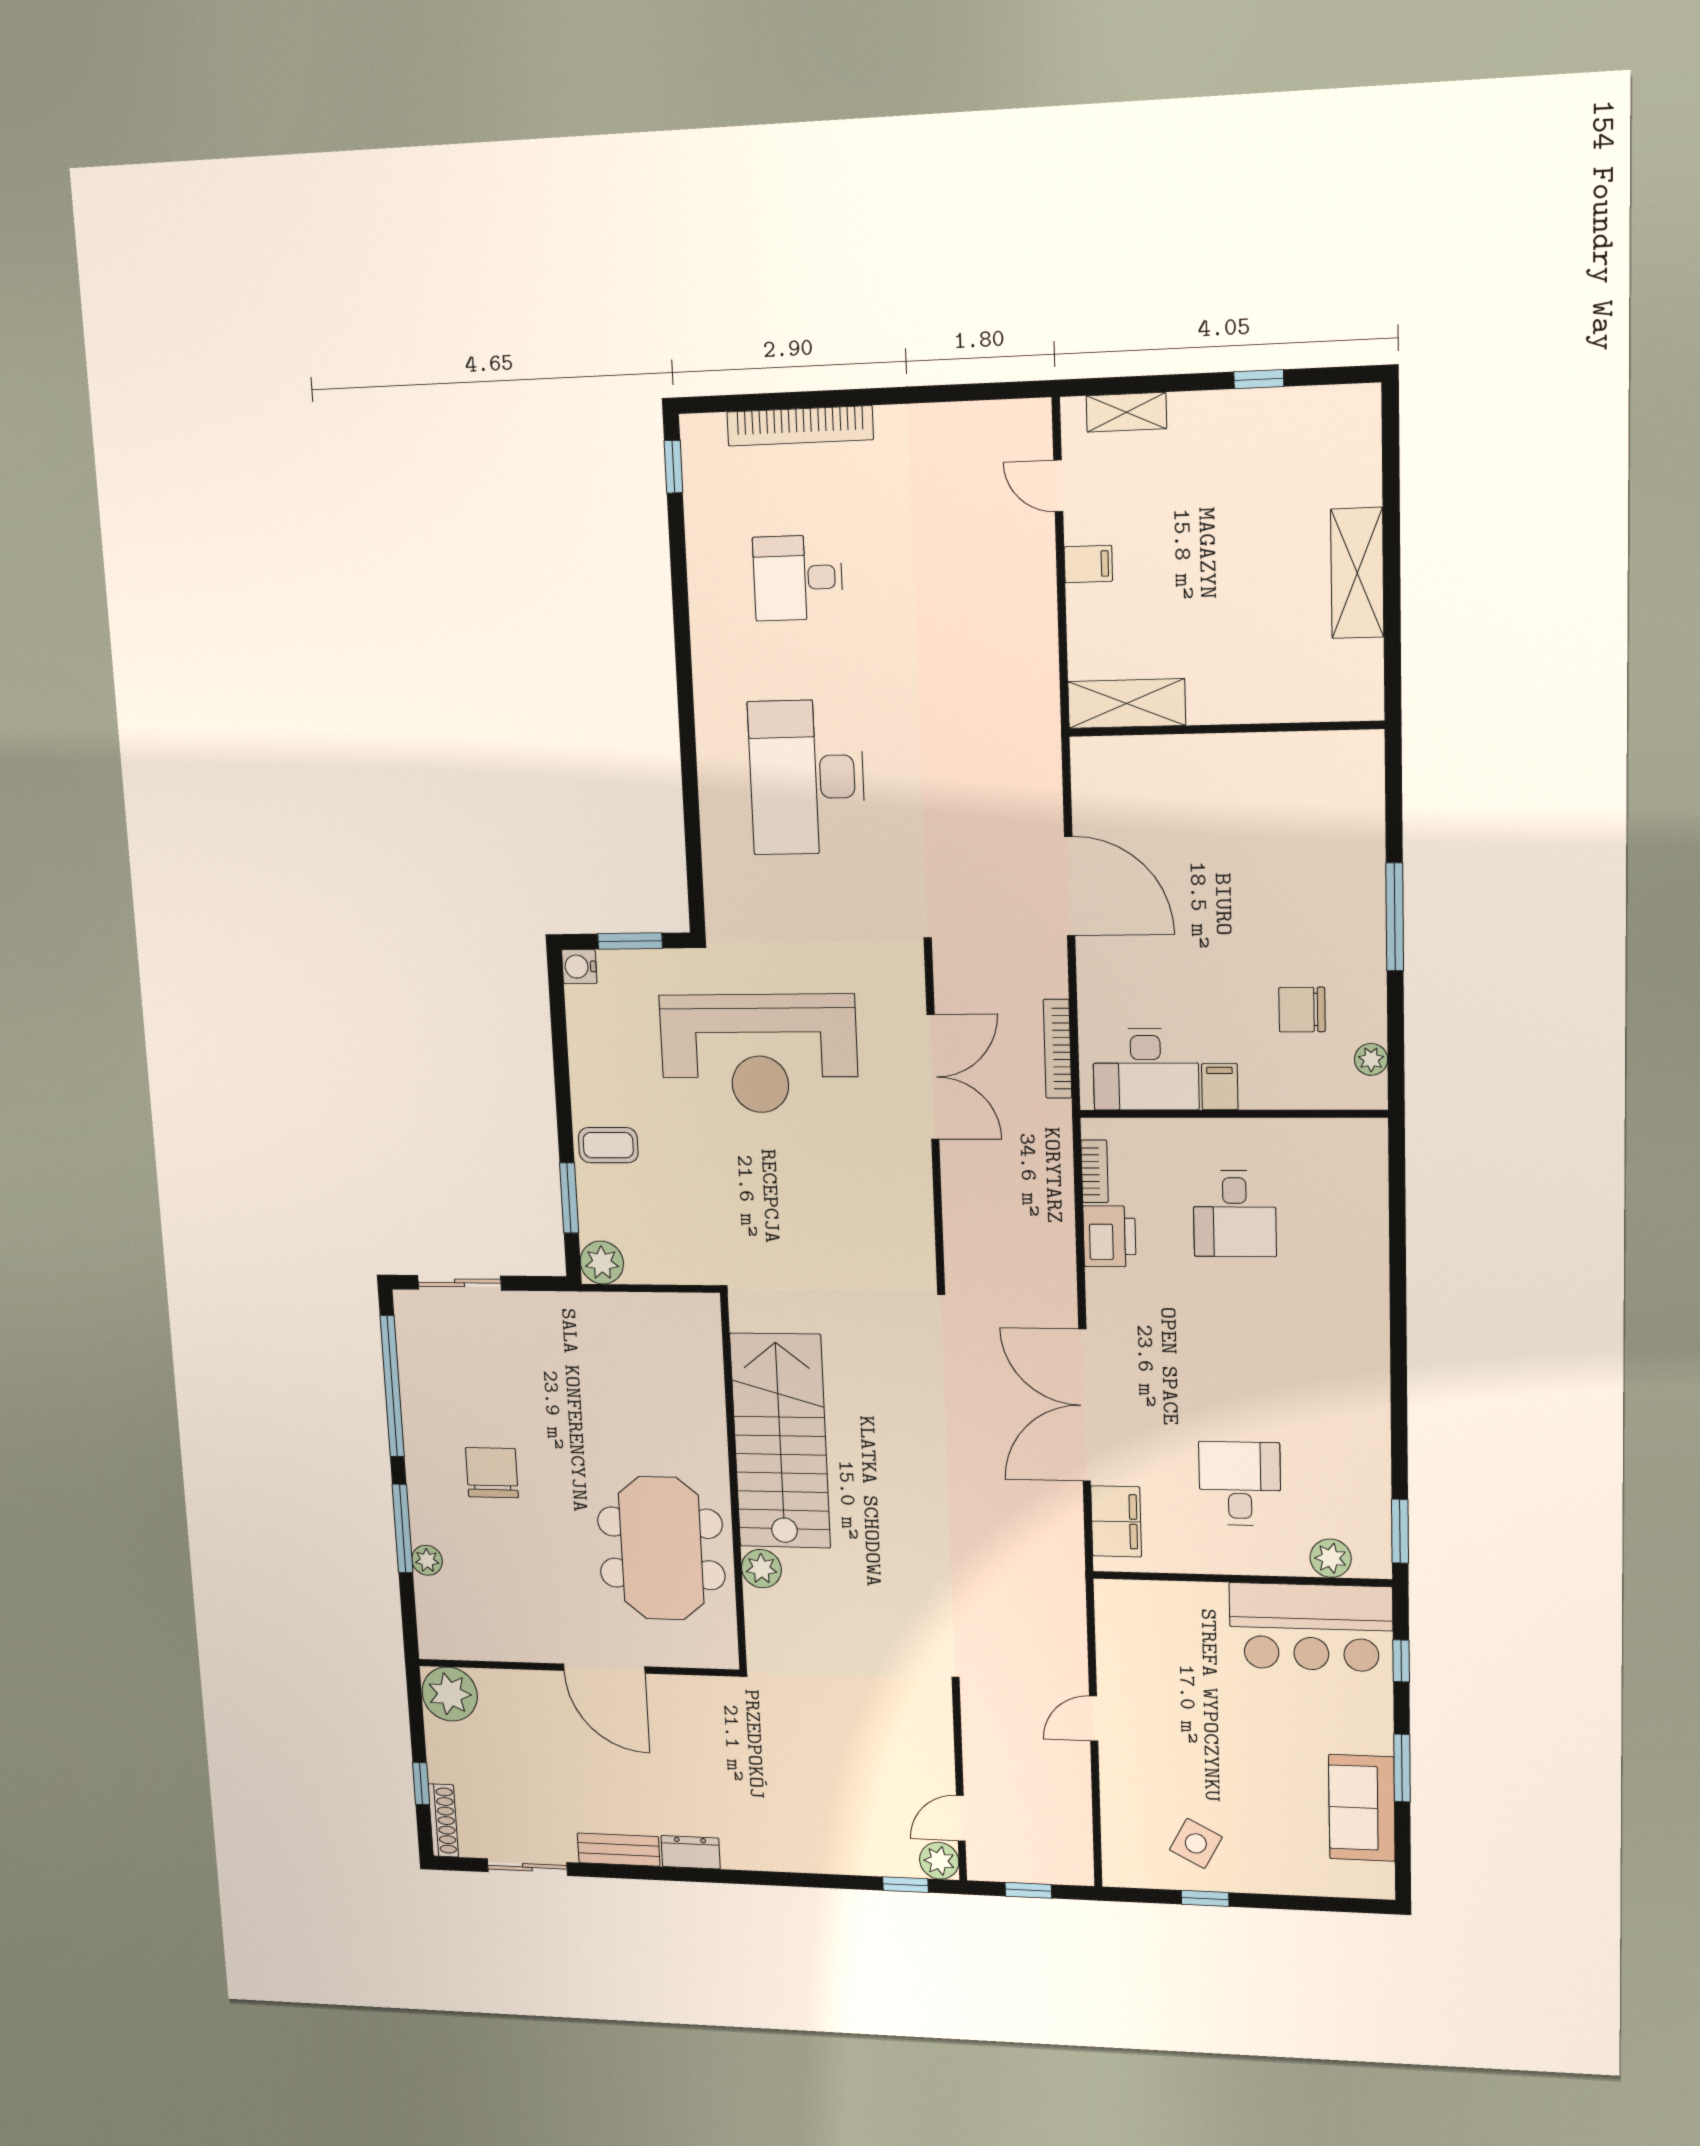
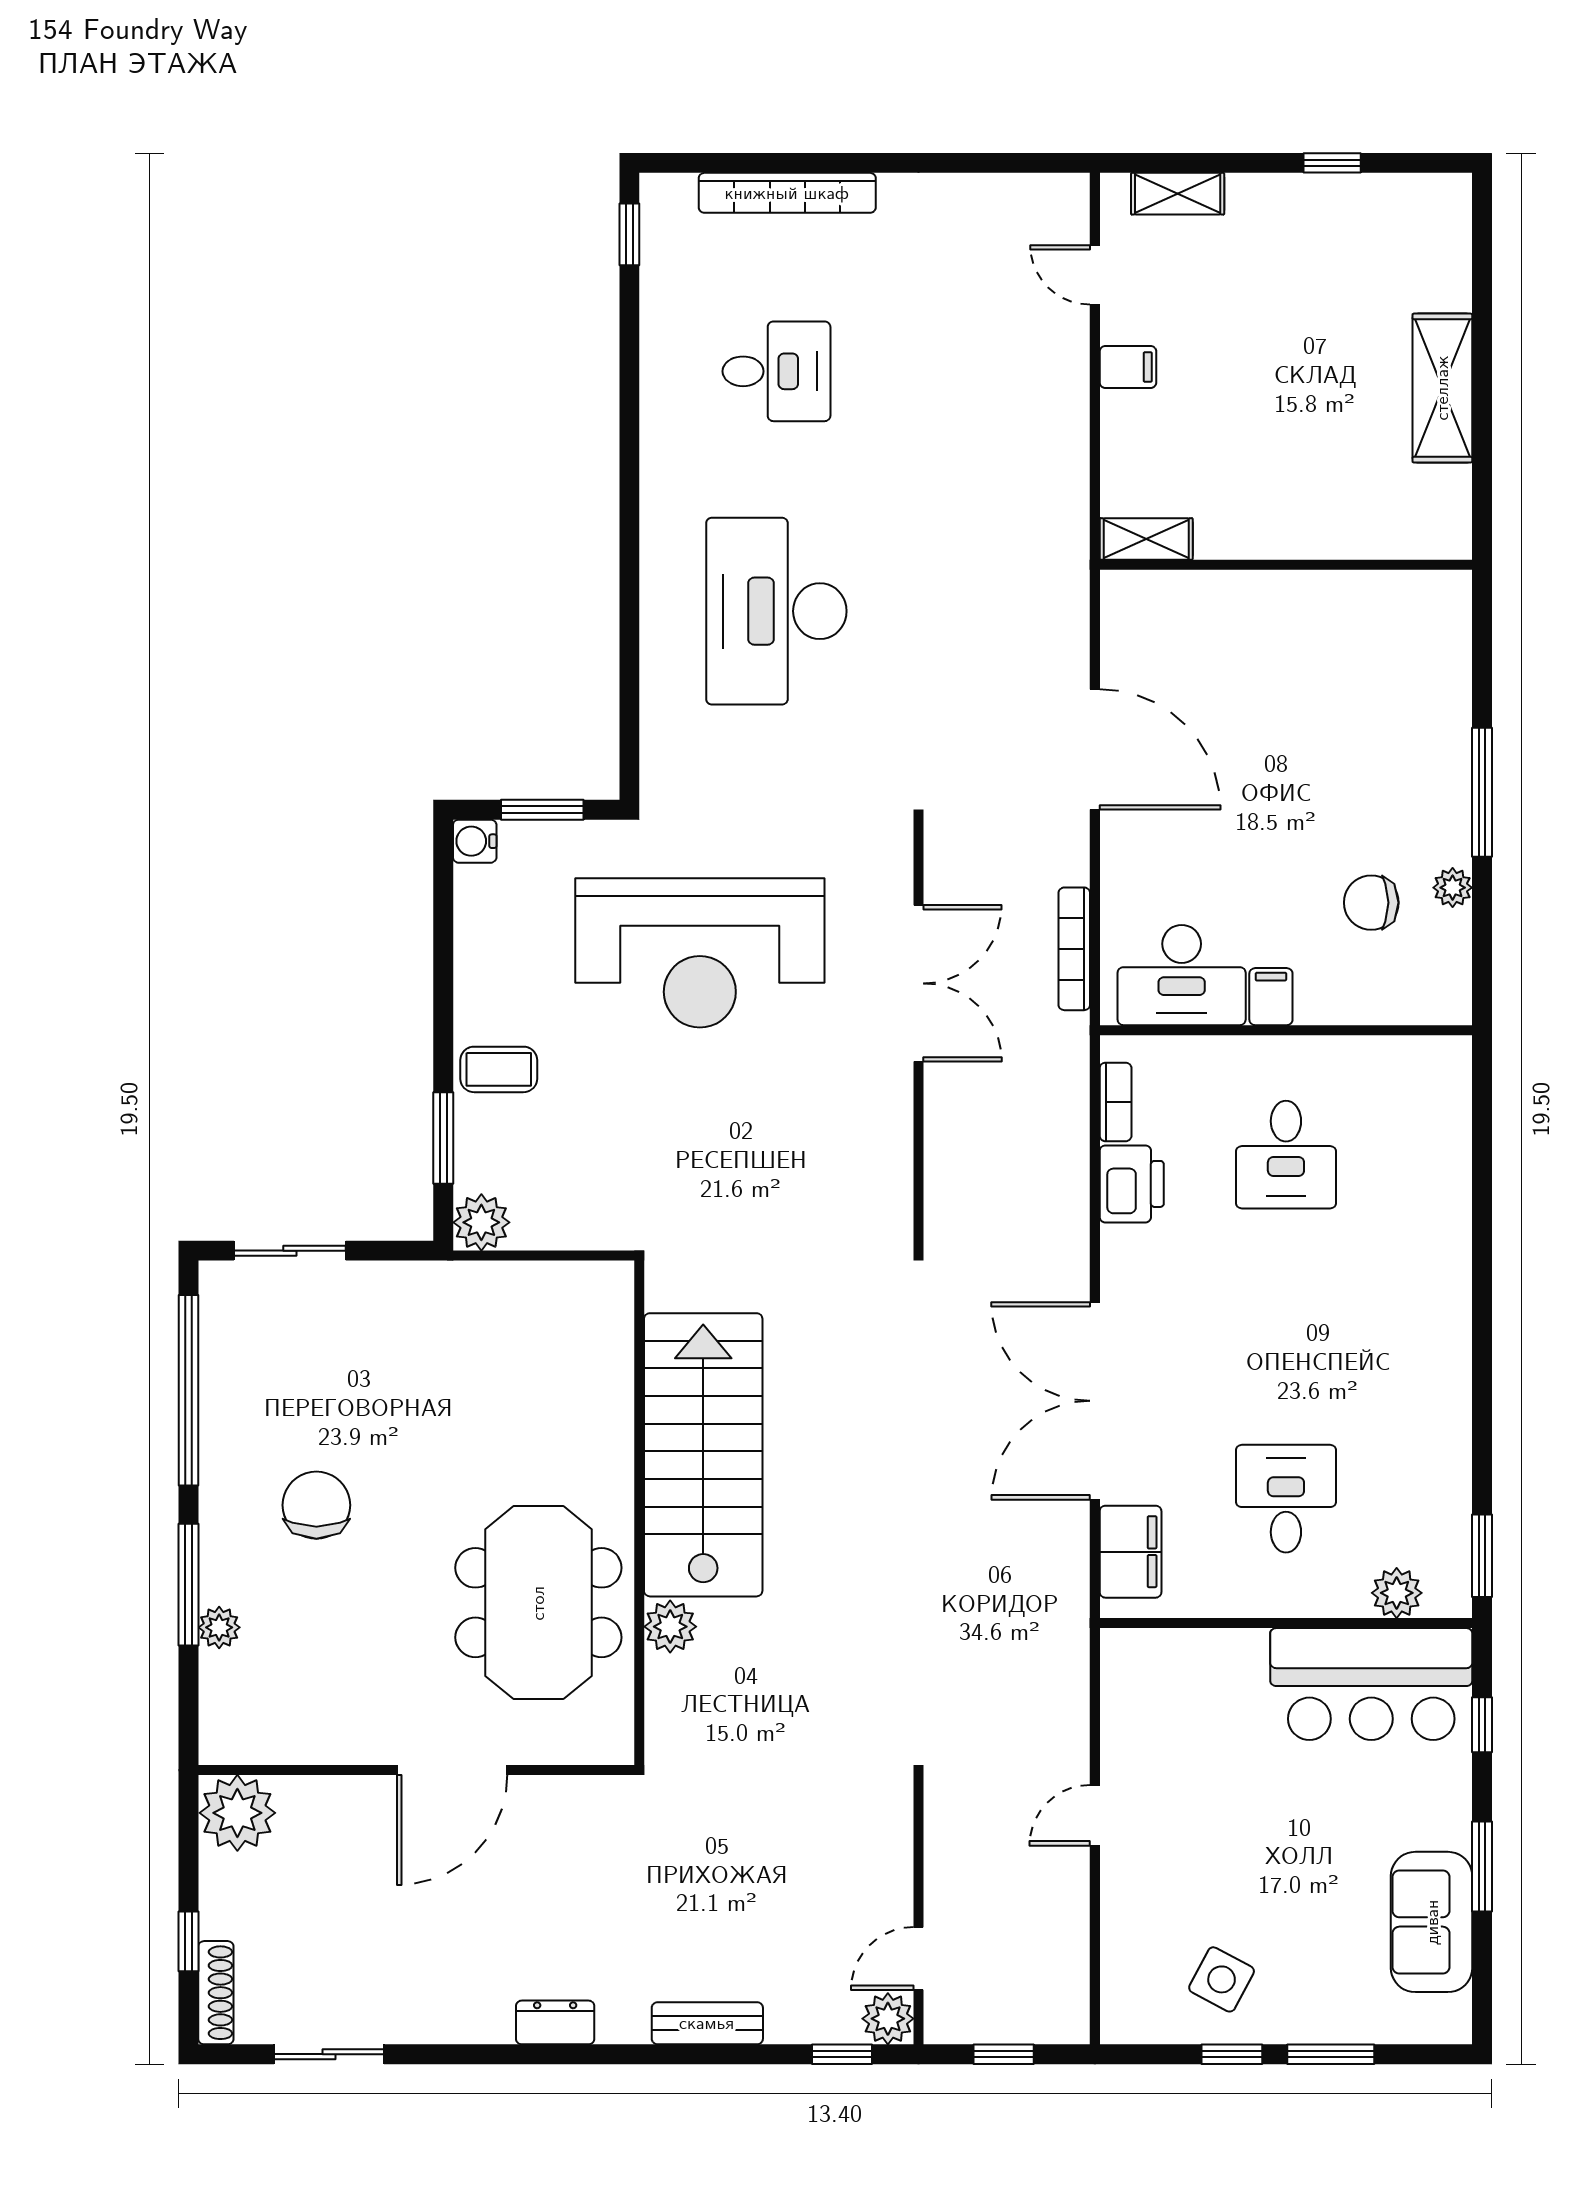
desk: (798, 578) -> (776, 371), turned 180
shelving: (1127, 703) -> (1146, 539), width x0.67, depth x0.75
plant: (1371, 1059) -> (1453, 888), moved
door: (604, 1669) -> (452, 1770), hinge flipped
bench: (619, 1850) -> (707, 2023), moved
window: (1283, 1902) -> (1331, 2054), added

